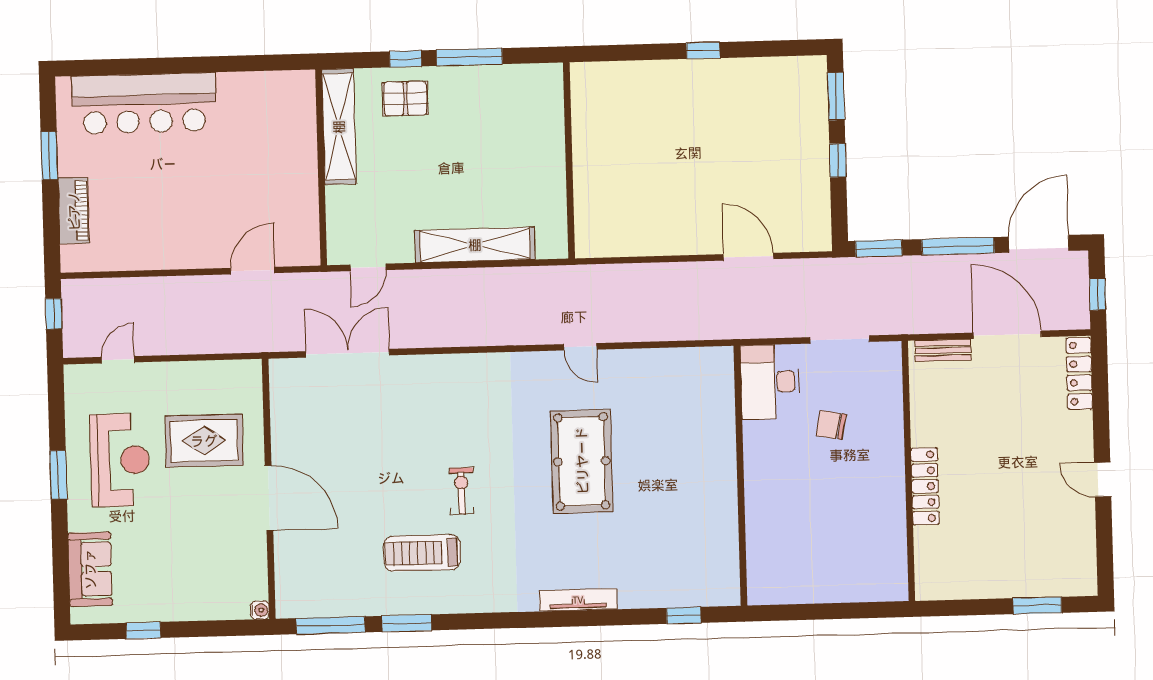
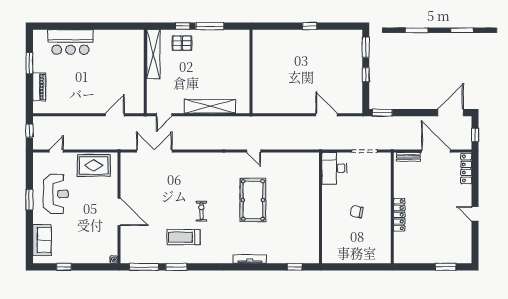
bar counter: (144, 103) -> (70, 42), width x0.73
window: (958, 246) -> (416, 113), removed
chair: (831, 425) -> (357, 212), moved
rug: (204, 441) -> (94, 165), moved

